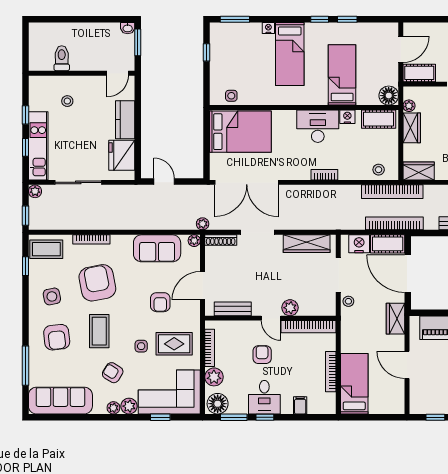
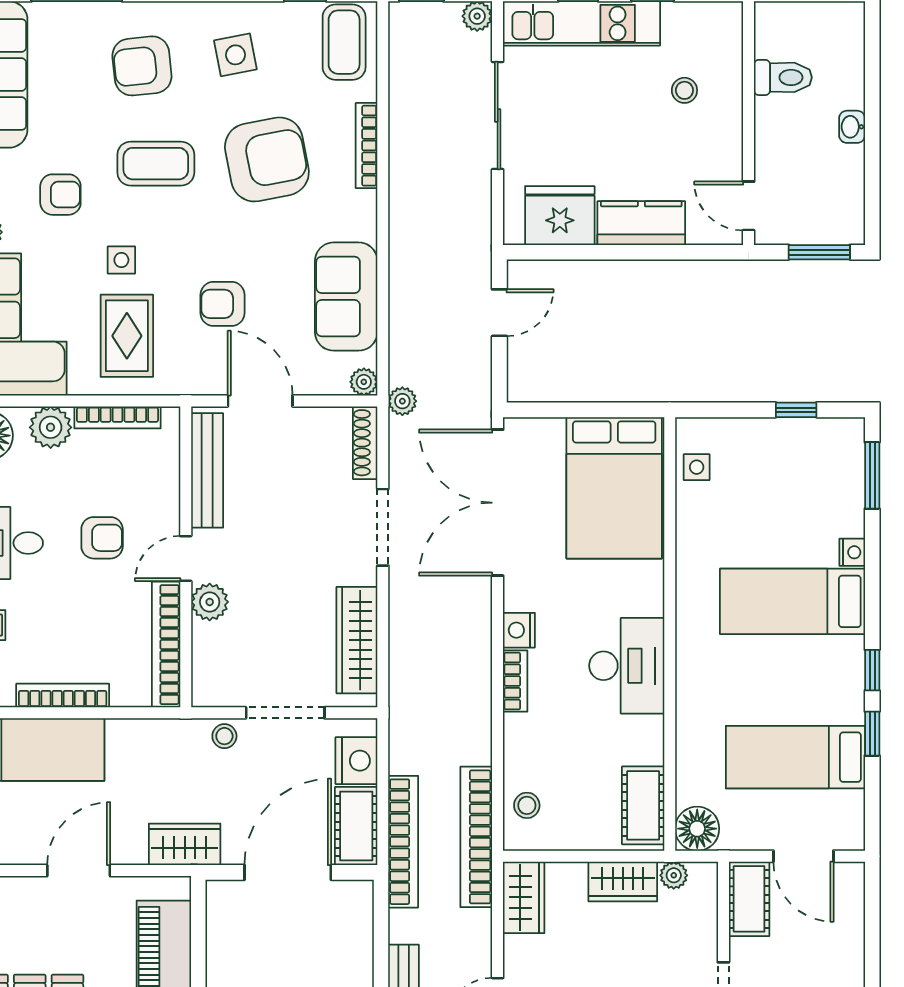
washbasin: (128, 28) -> (852, 127), moved
bed: (342, 75) -> (795, 757), moved, turned 180
nightstand: (347, 117) -> (519, 630), moved, turned 180
bench: (233, 309) -> (207, 470), width x1.36
armchair: (113, 373) -> (60, 195), turned 58

